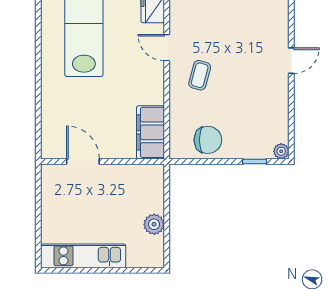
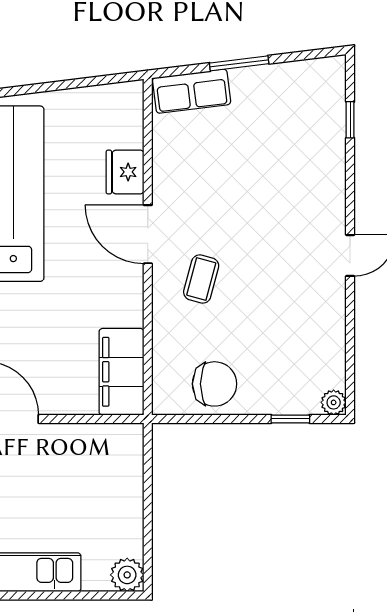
door: (167, 48) -> (148, 234), width x1.38
plant: (154, 224) -> (127, 575), moved

